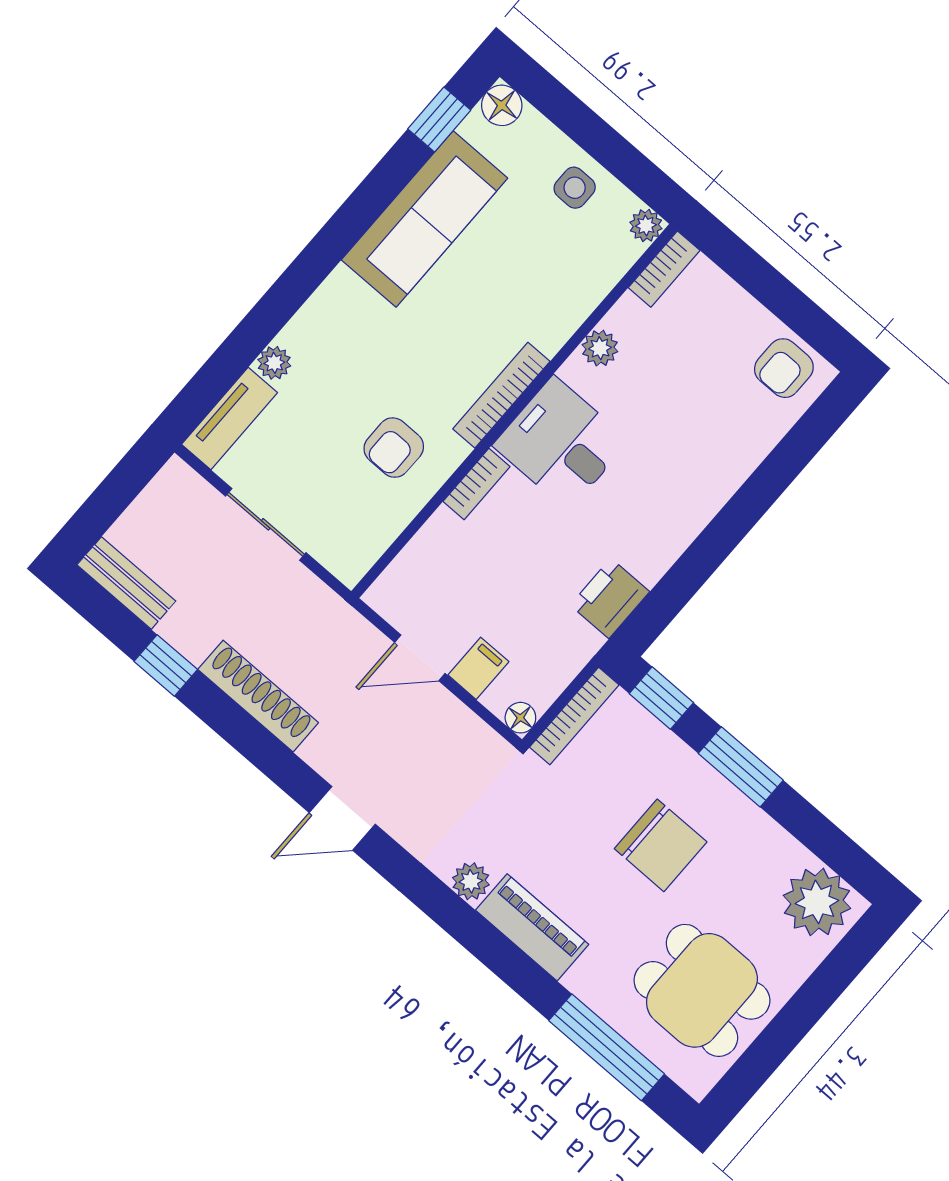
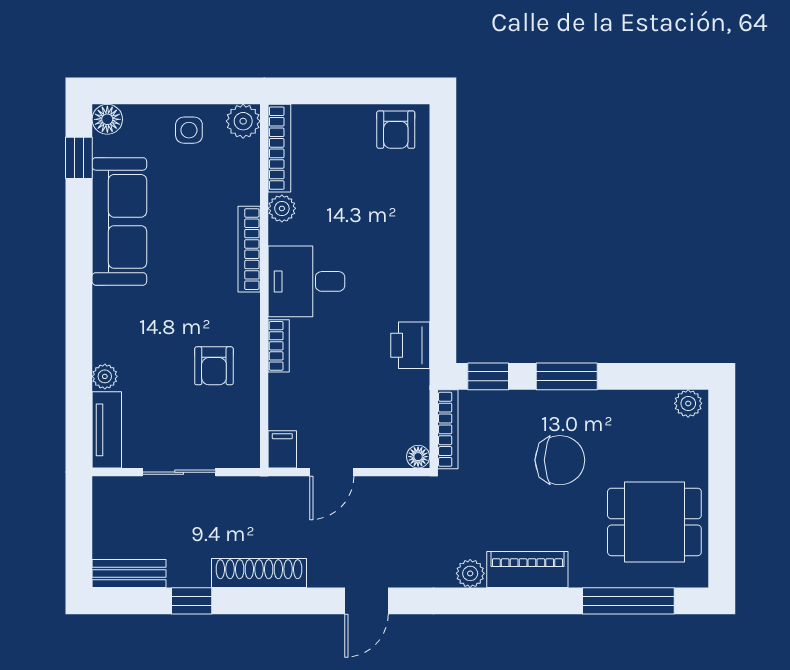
plant: (646, 225) -> (243, 121), width x1.38, depth x1.38
bookcase: (664, 269) -> (279, 148), width x1.56
bookcase: (501, 395) -> (249, 249), moved
filing cabinet: (478, 668) -> (282, 449), moved
plant: (817, 902) -> (688, 403), width x0.53, depth x0.53

